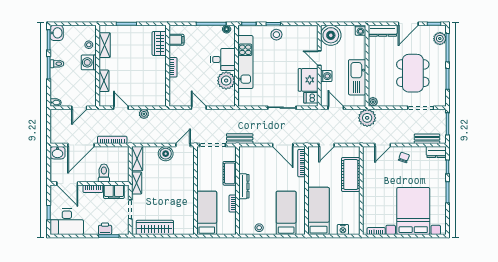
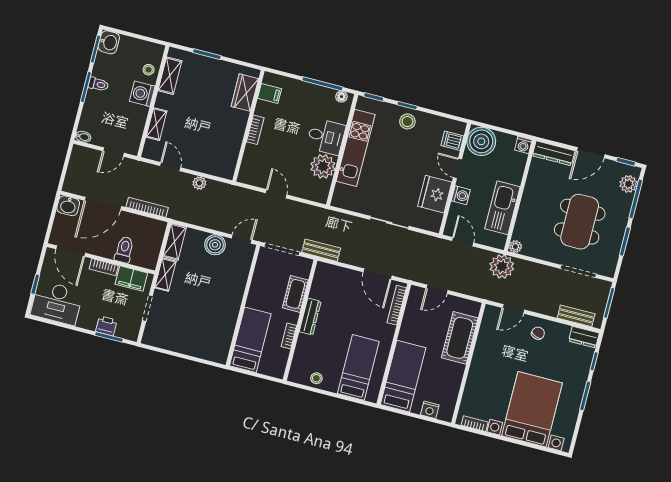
dishwasher: (311, 98) -> (452, 141), moved
wardrobe: (155, 227) -> (175, 341), removed

